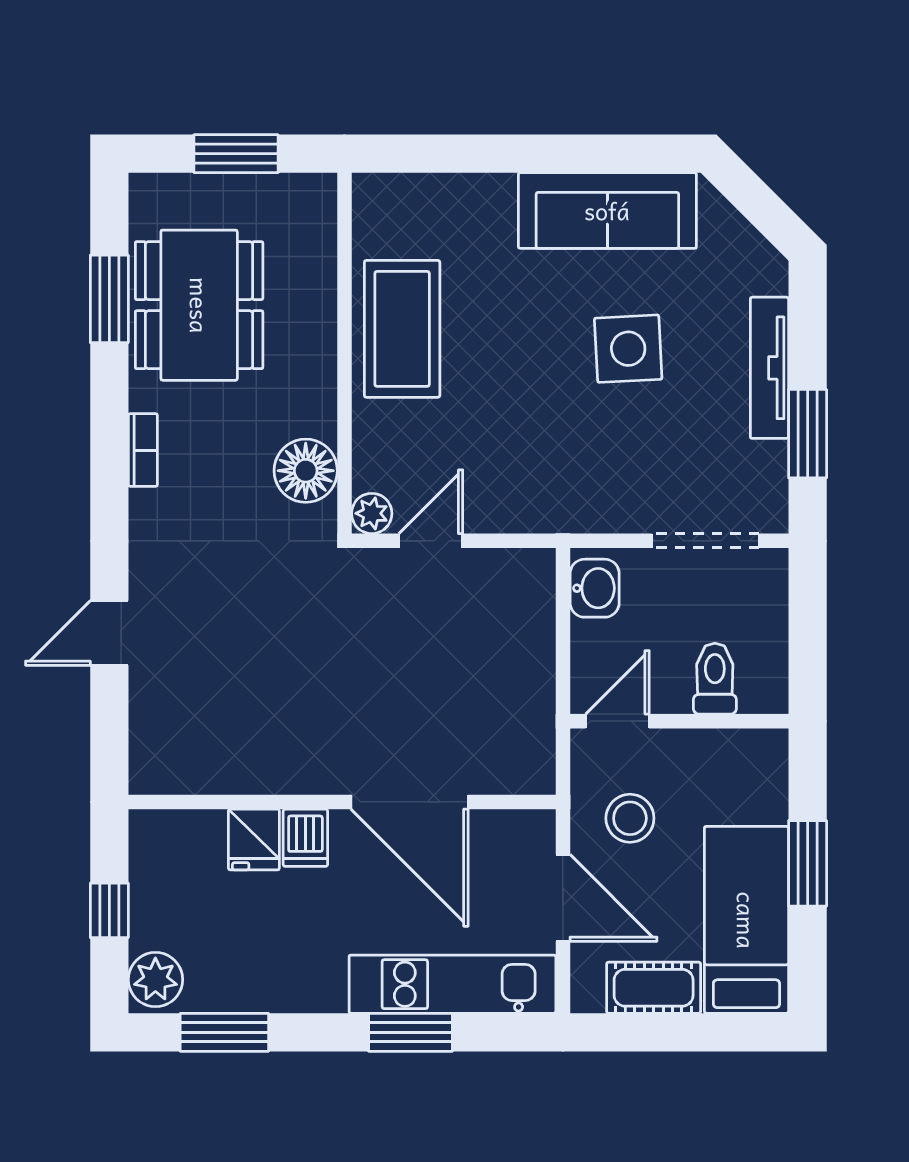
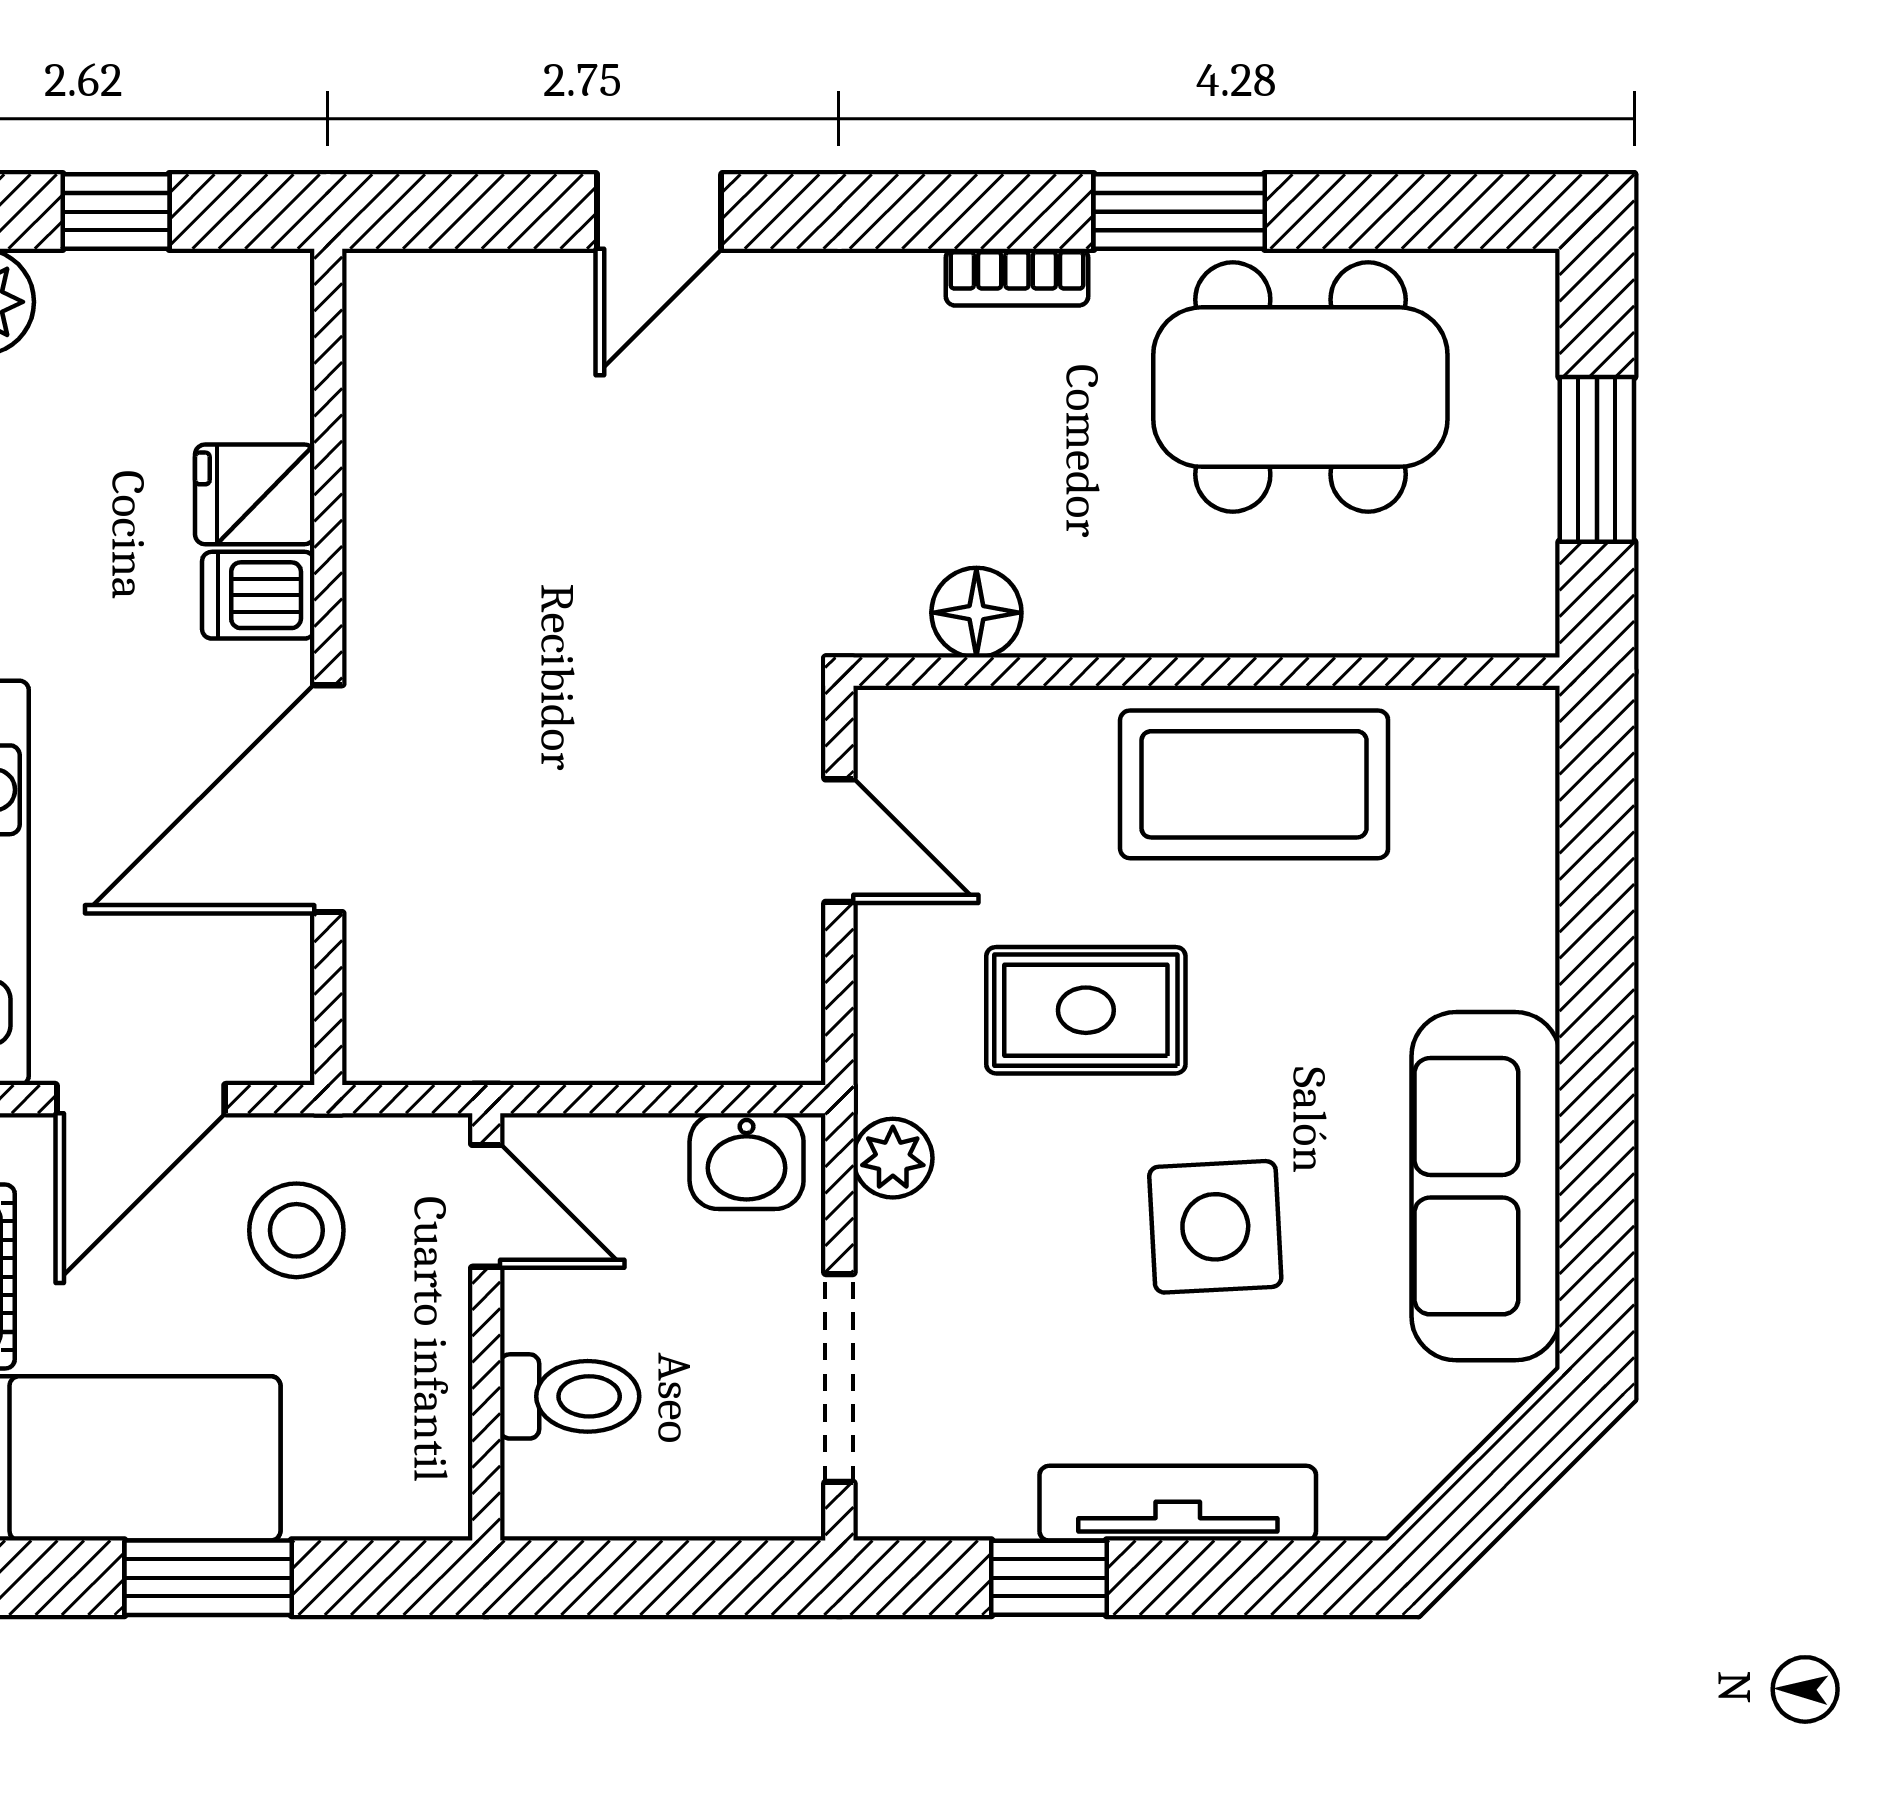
window: (109, 299) -> (1179, 212), moved
rug: (517, 415) -> (1086, 1010), added
window: (808, 434) -> (1049, 1578), width x0.67
floor lamp: (306, 471) -> (976, 613), width x0.73, depth x0.73
plant: (372, 513) -> (893, 1158), moved
door: (109, 633) -> (659, 212), swing flipped

